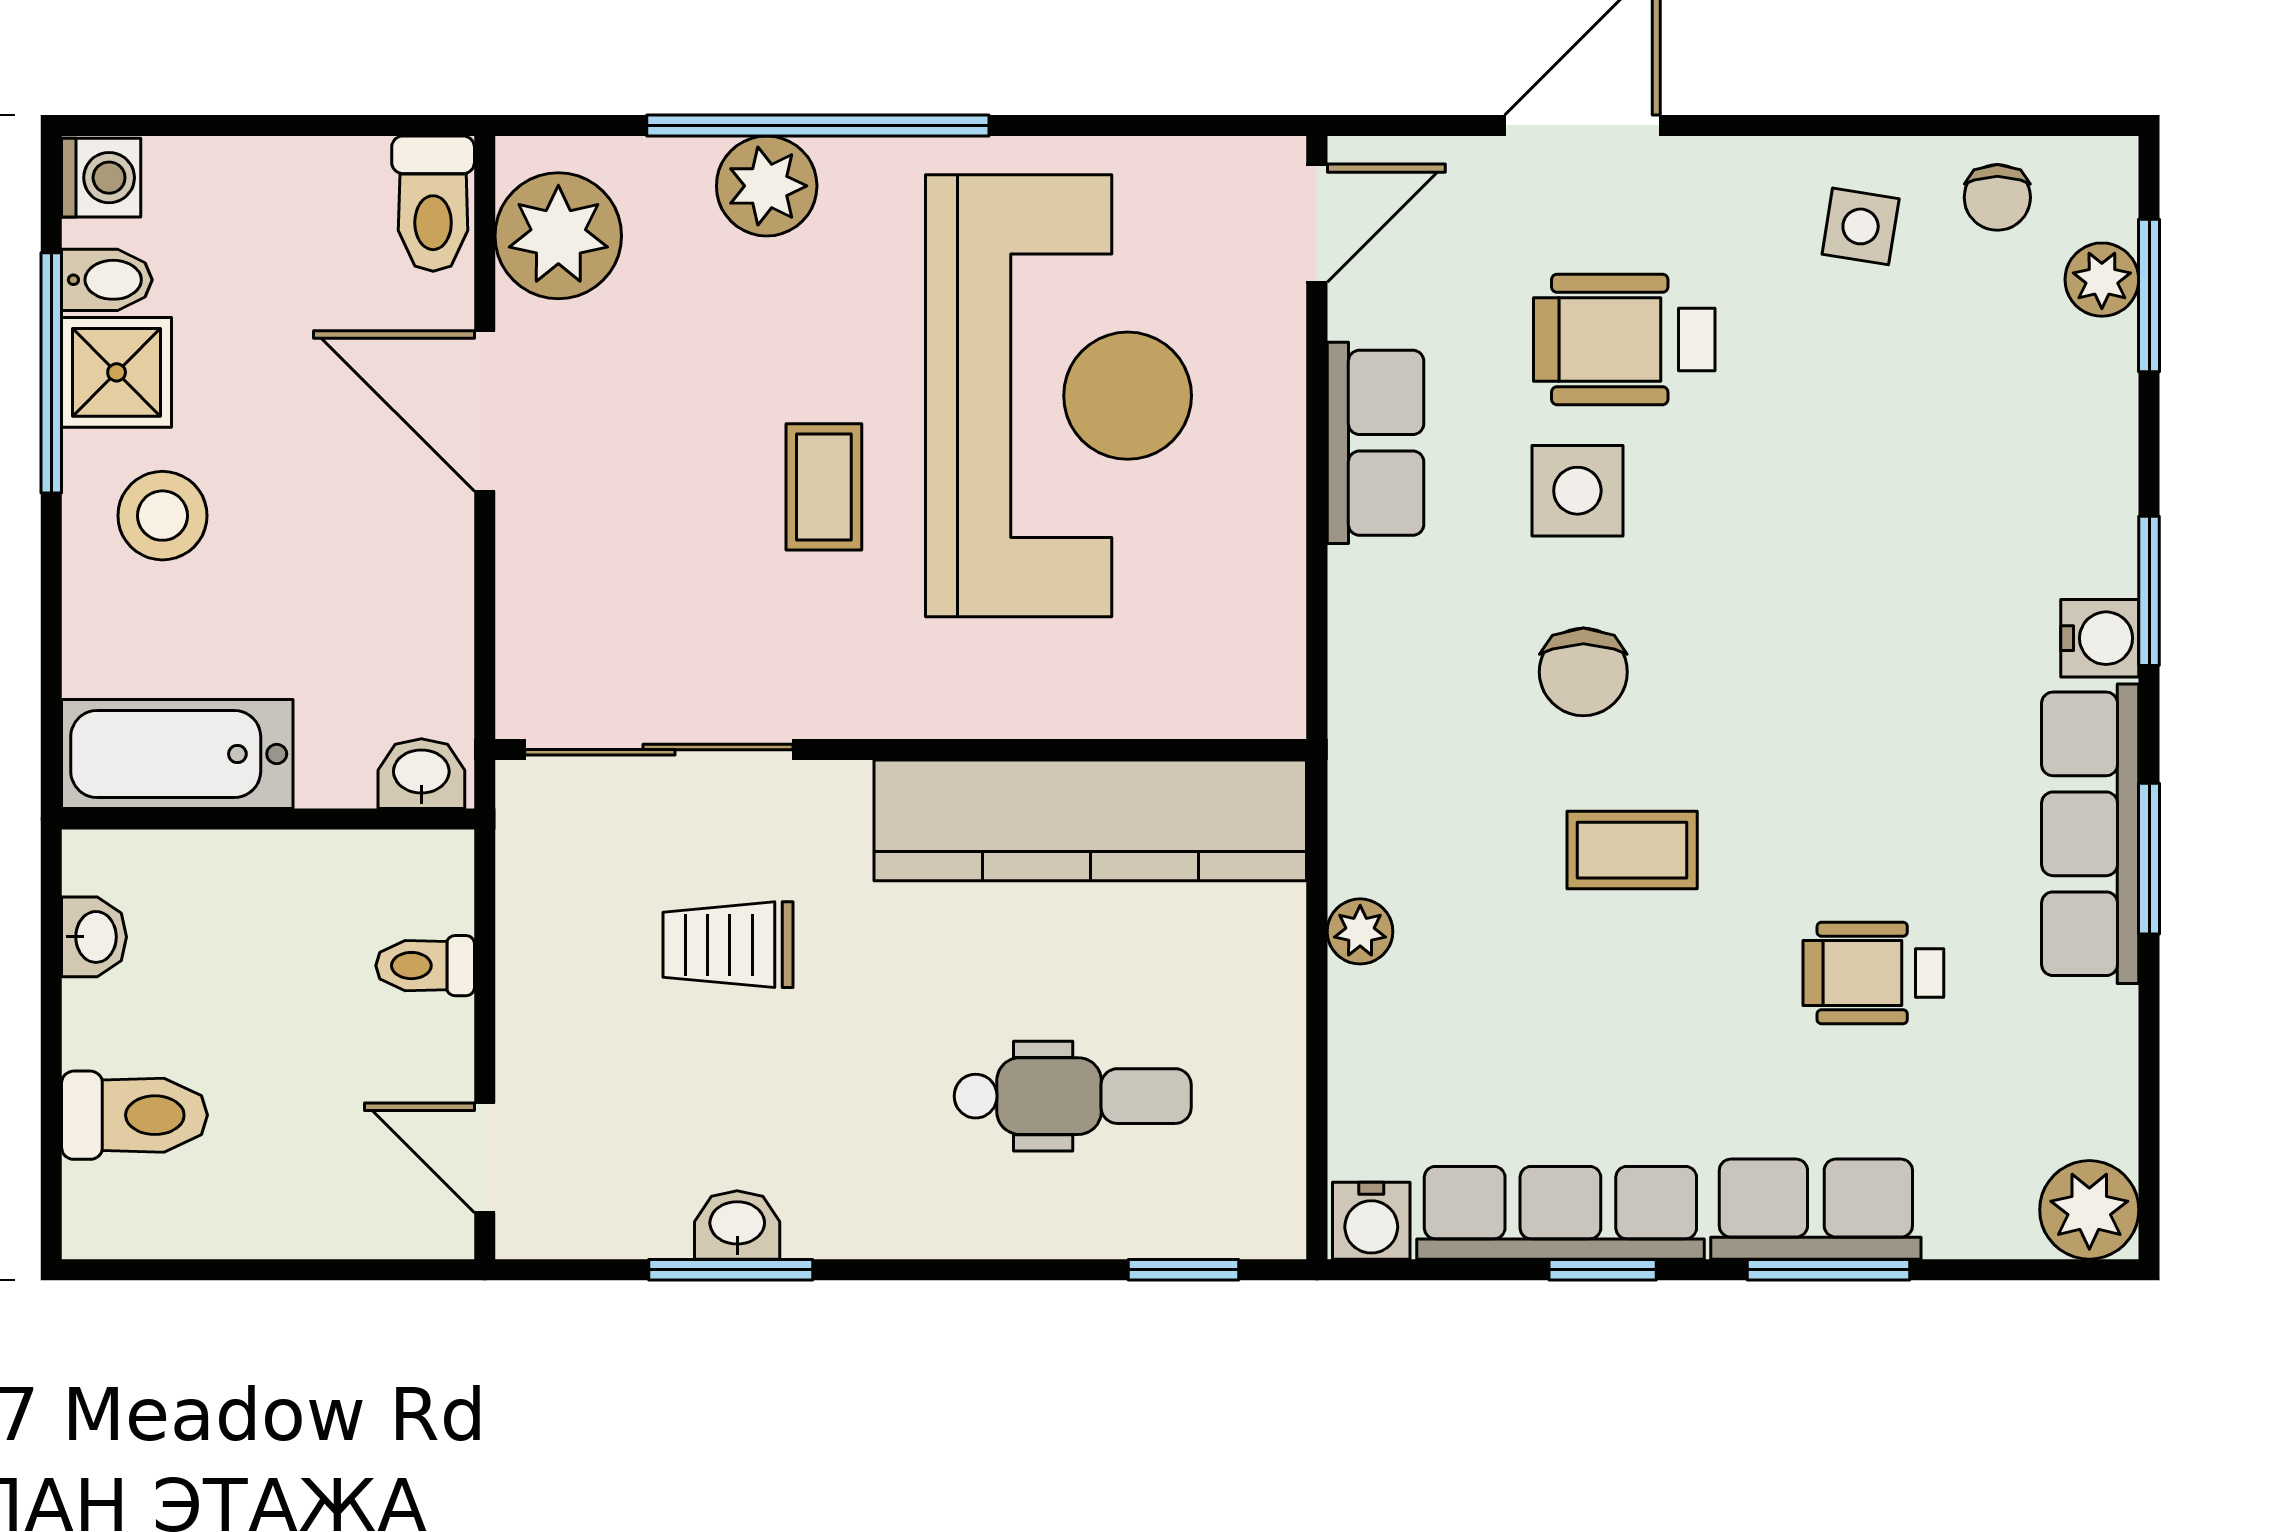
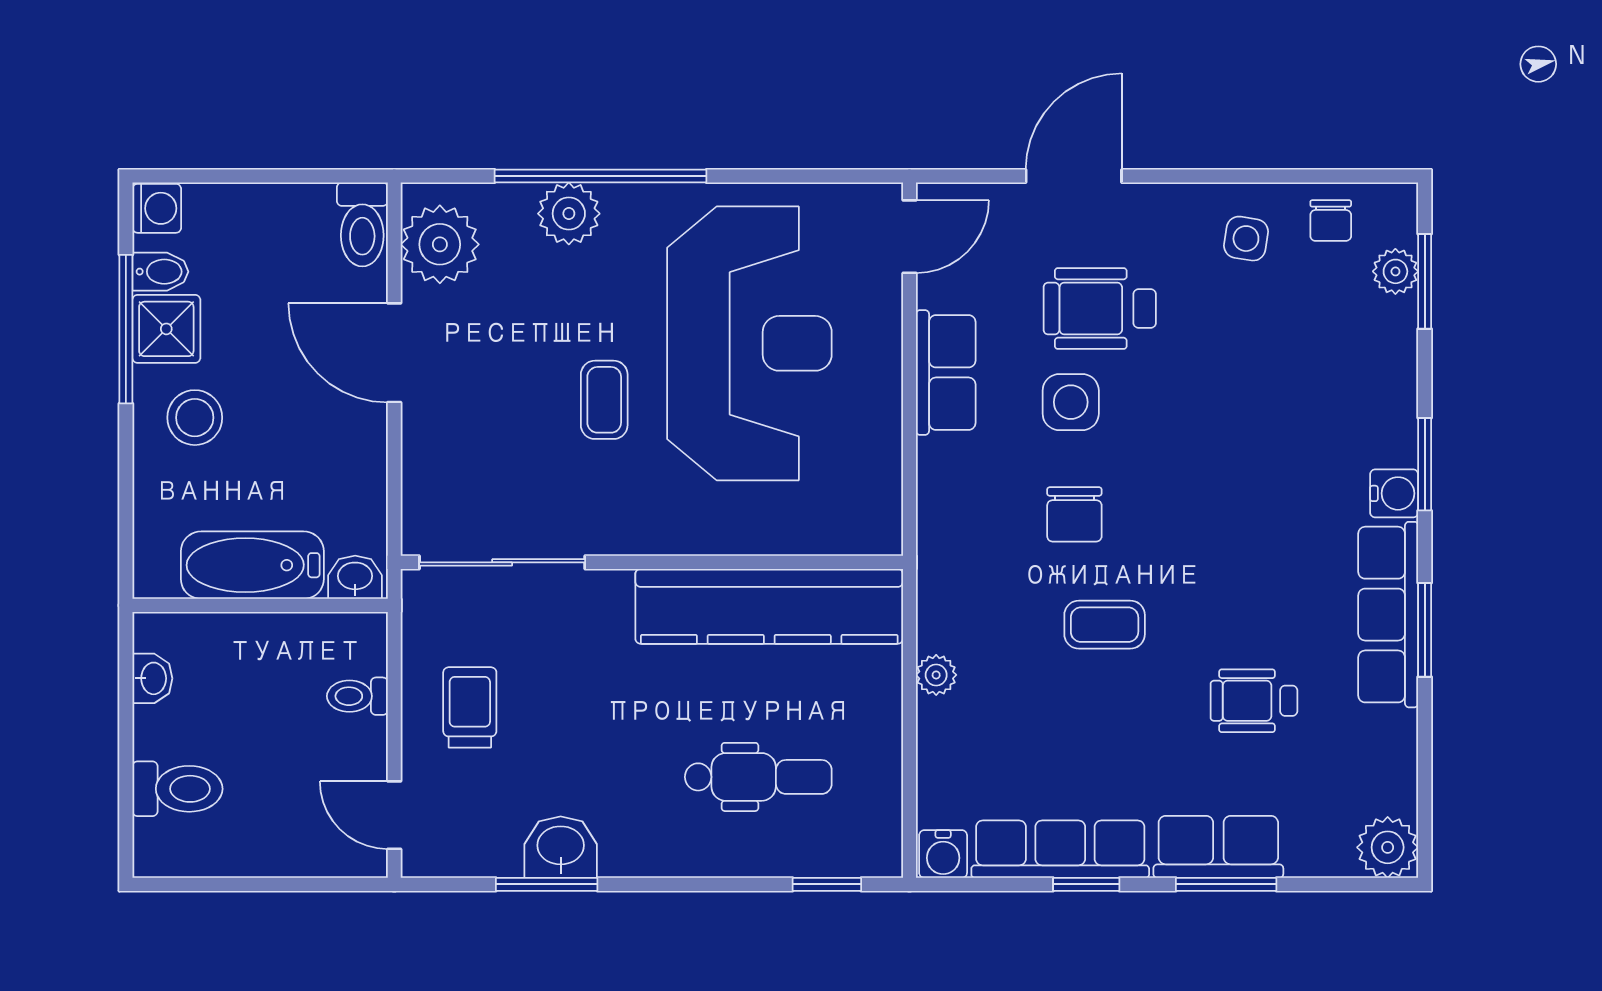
bathtub: (177, 754) -> (252, 565), moved
trolley: (728, 945) -> (470, 707), moved, turned 90
washbasin: (737, 1225) -> (561, 847), width x1.38, depth x1.45

